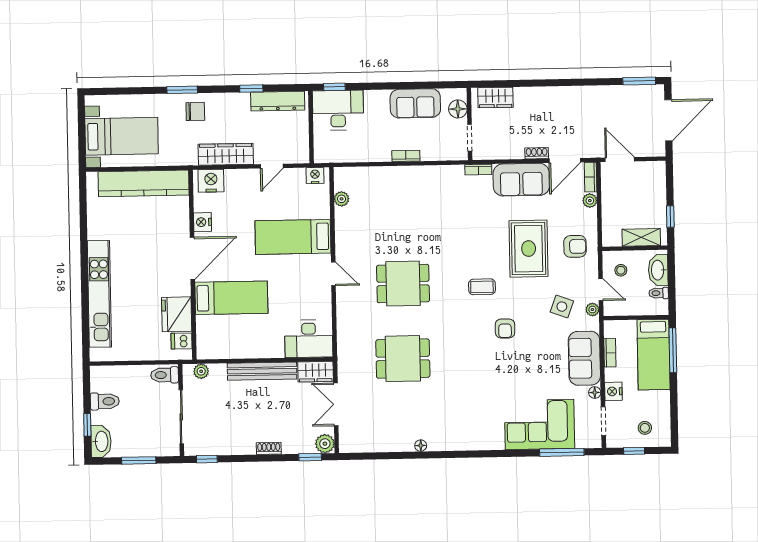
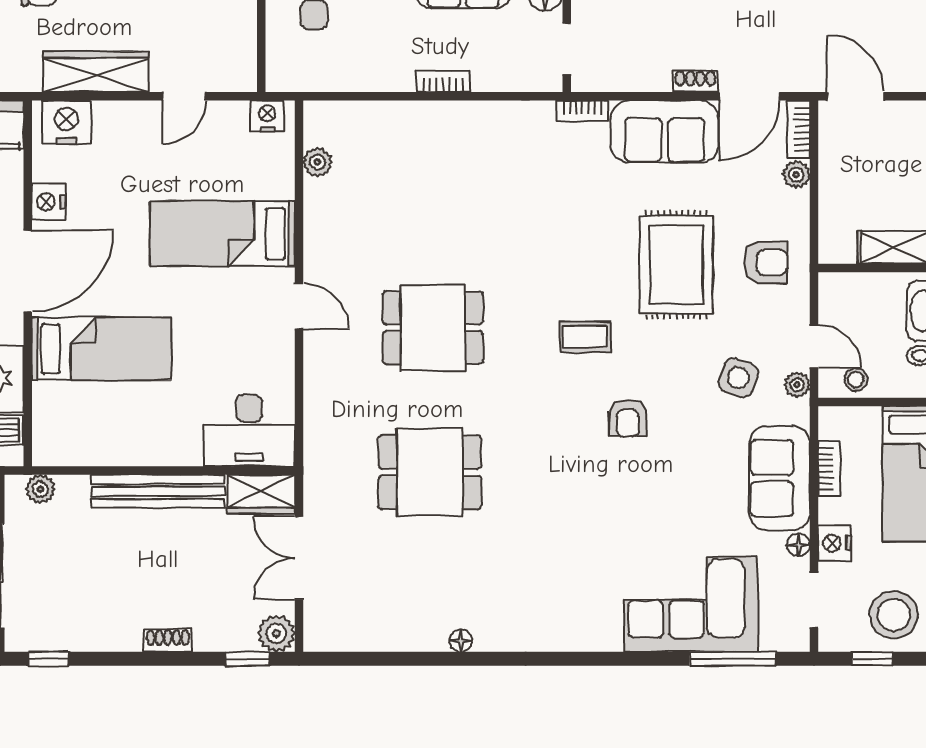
stool: (621, 270) -> (856, 379), moved
stool: (645, 428) -> (894, 615), width x1.89, depth x1.89

